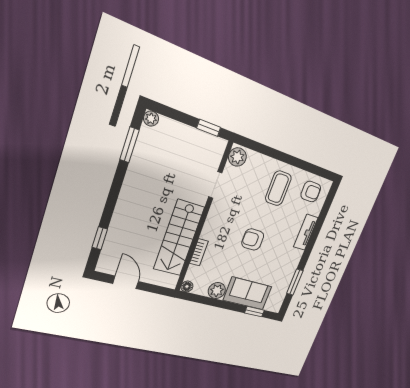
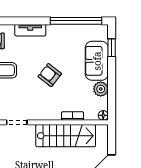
armchair: (253, 239) -> (50, 75), turned 128
window: (295, 282) -> (76, 21), width x2.11

